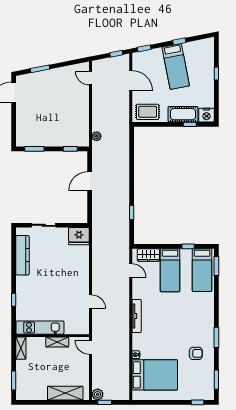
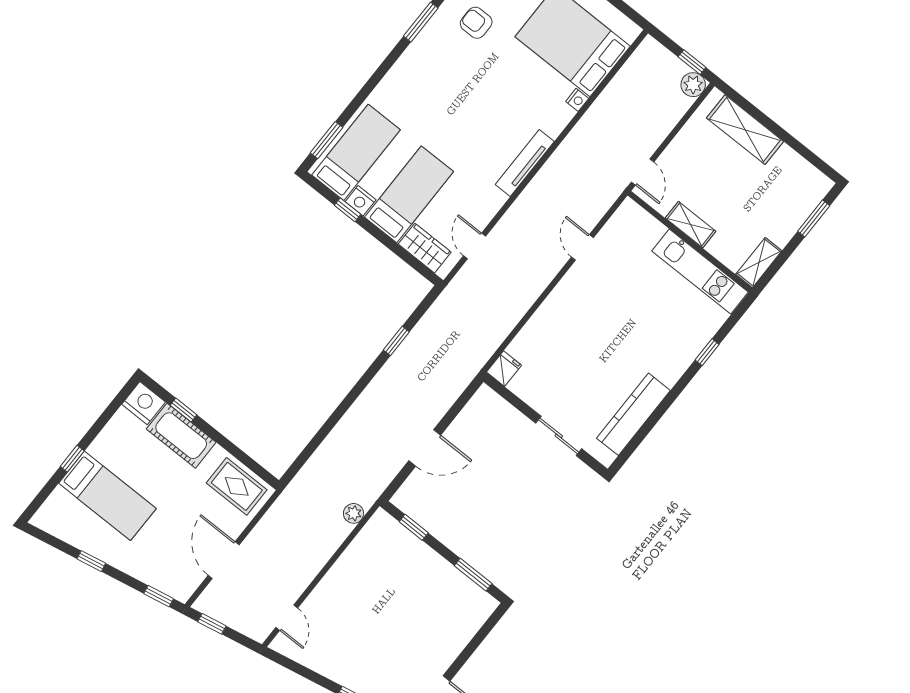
bed: (176, 67) -> (107, 496), moved, turned 101
fridge: (79, 236) -> (504, 369), width x0.53, depth x0.75
nightstand: (186, 254) -> (361, 201), added

